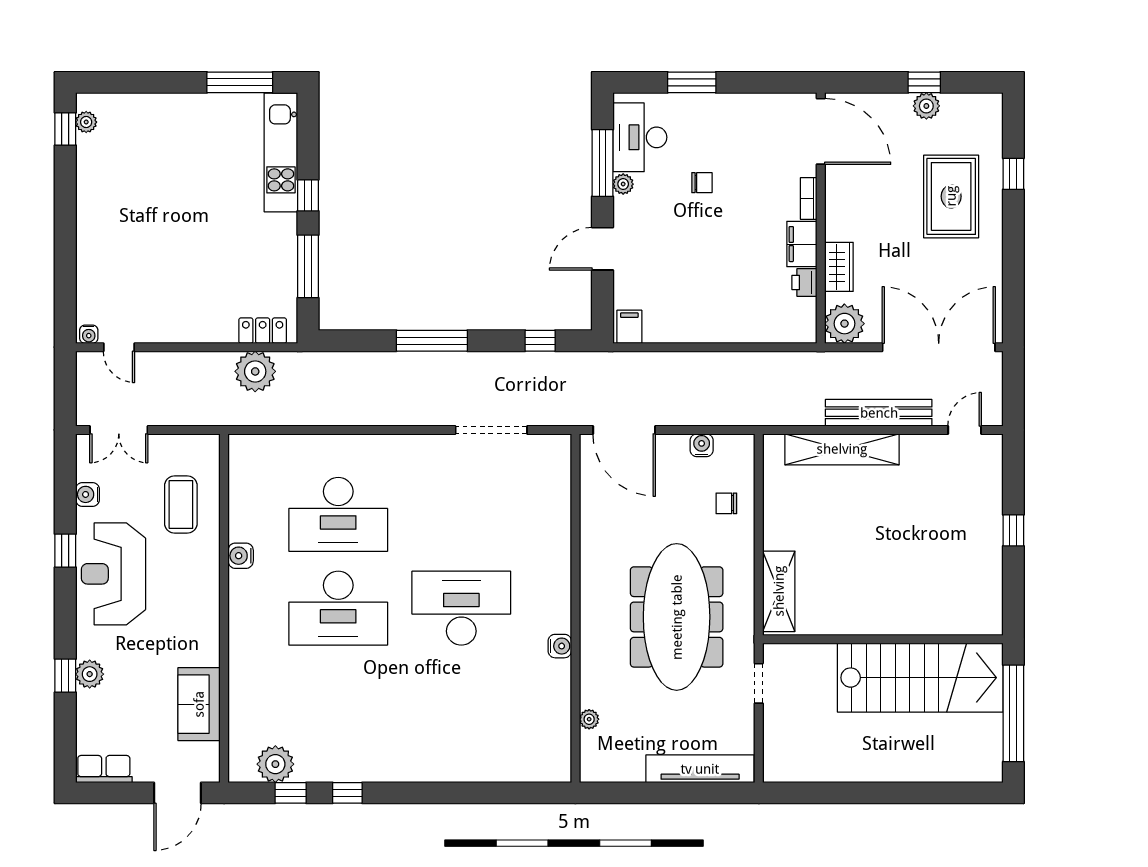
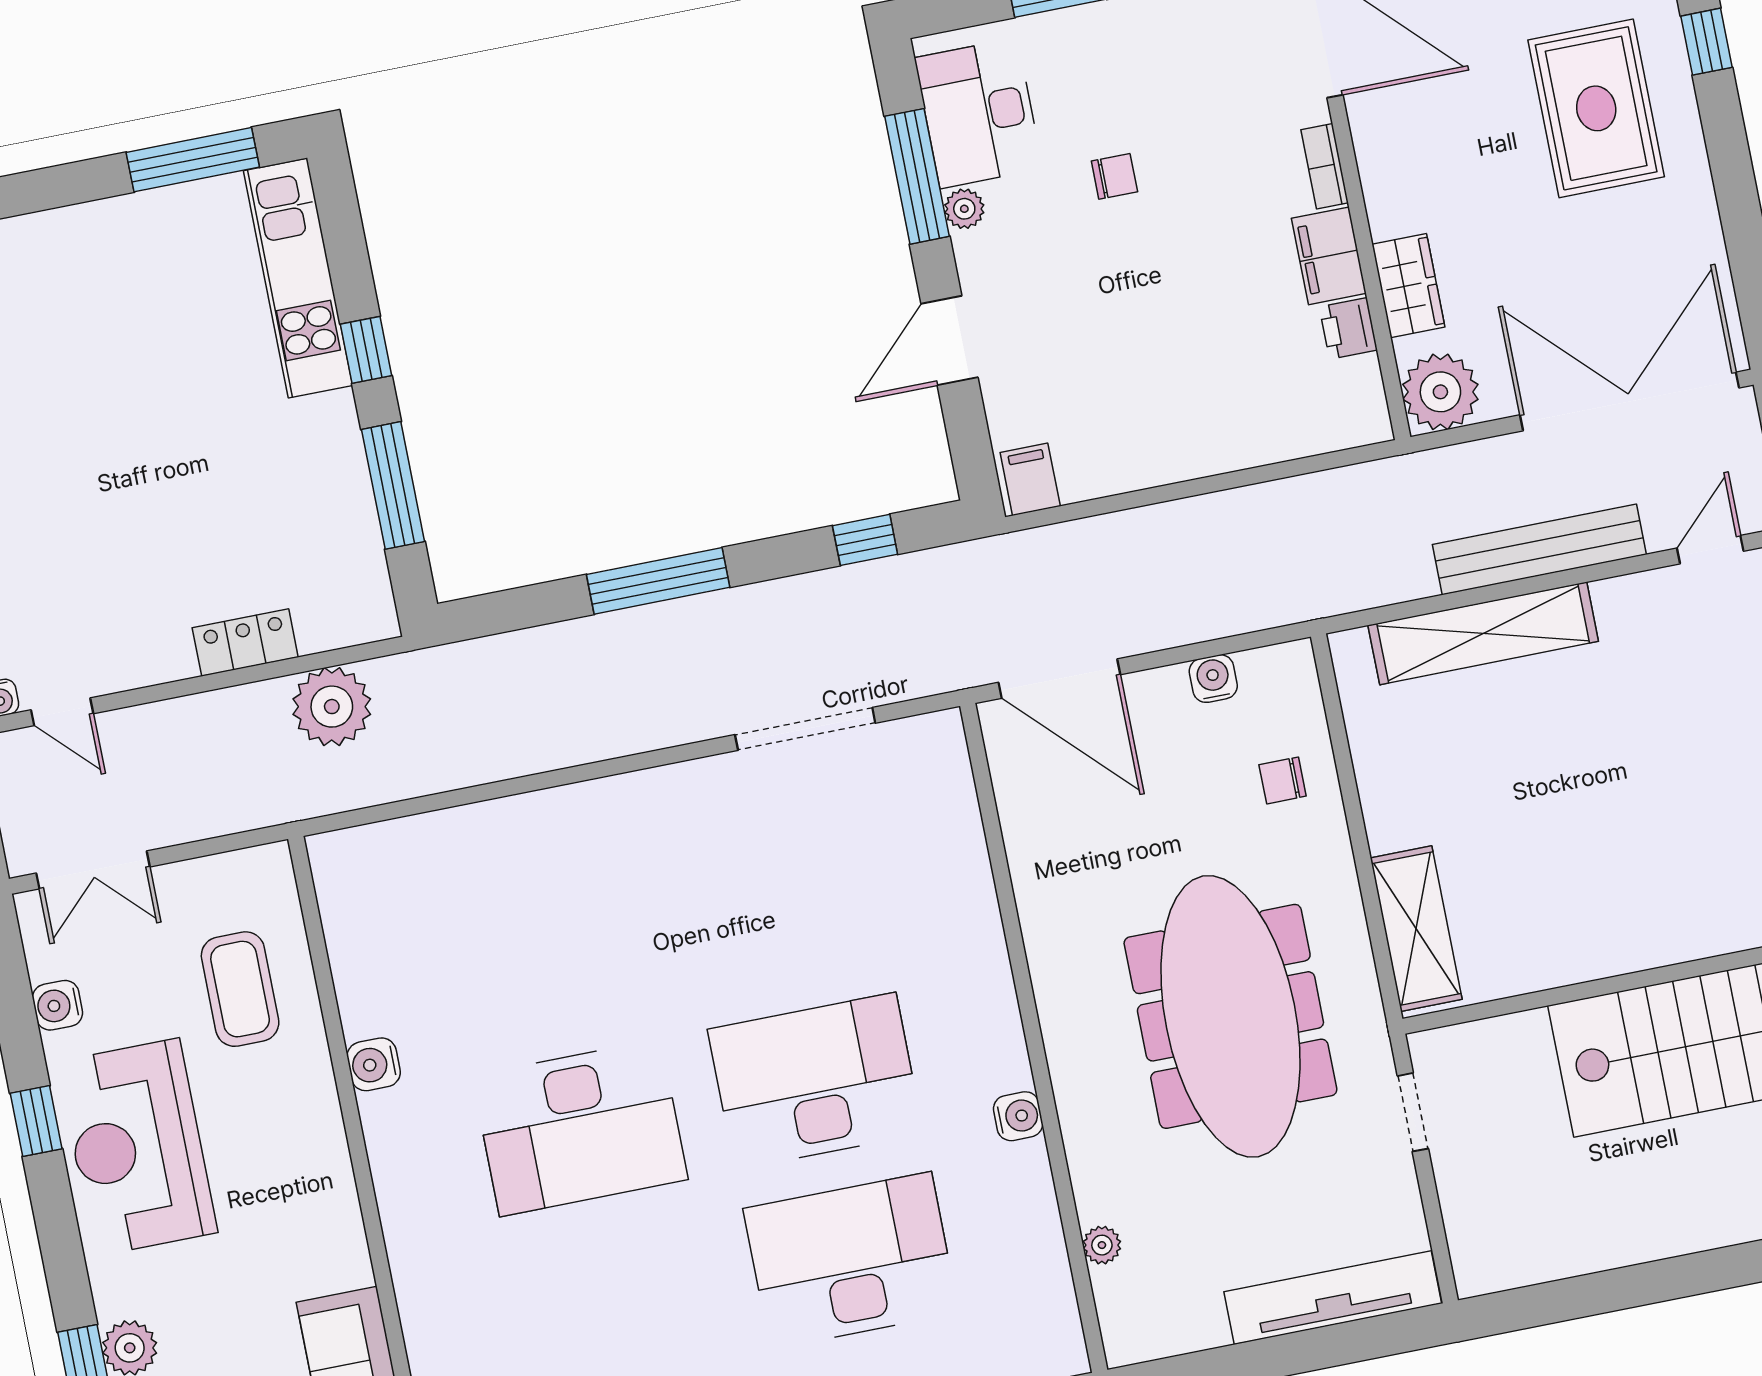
locker: (263, 331) -> (245, 643), moved
desk: (338, 514) -> (851, 1260), moved, turned 180

